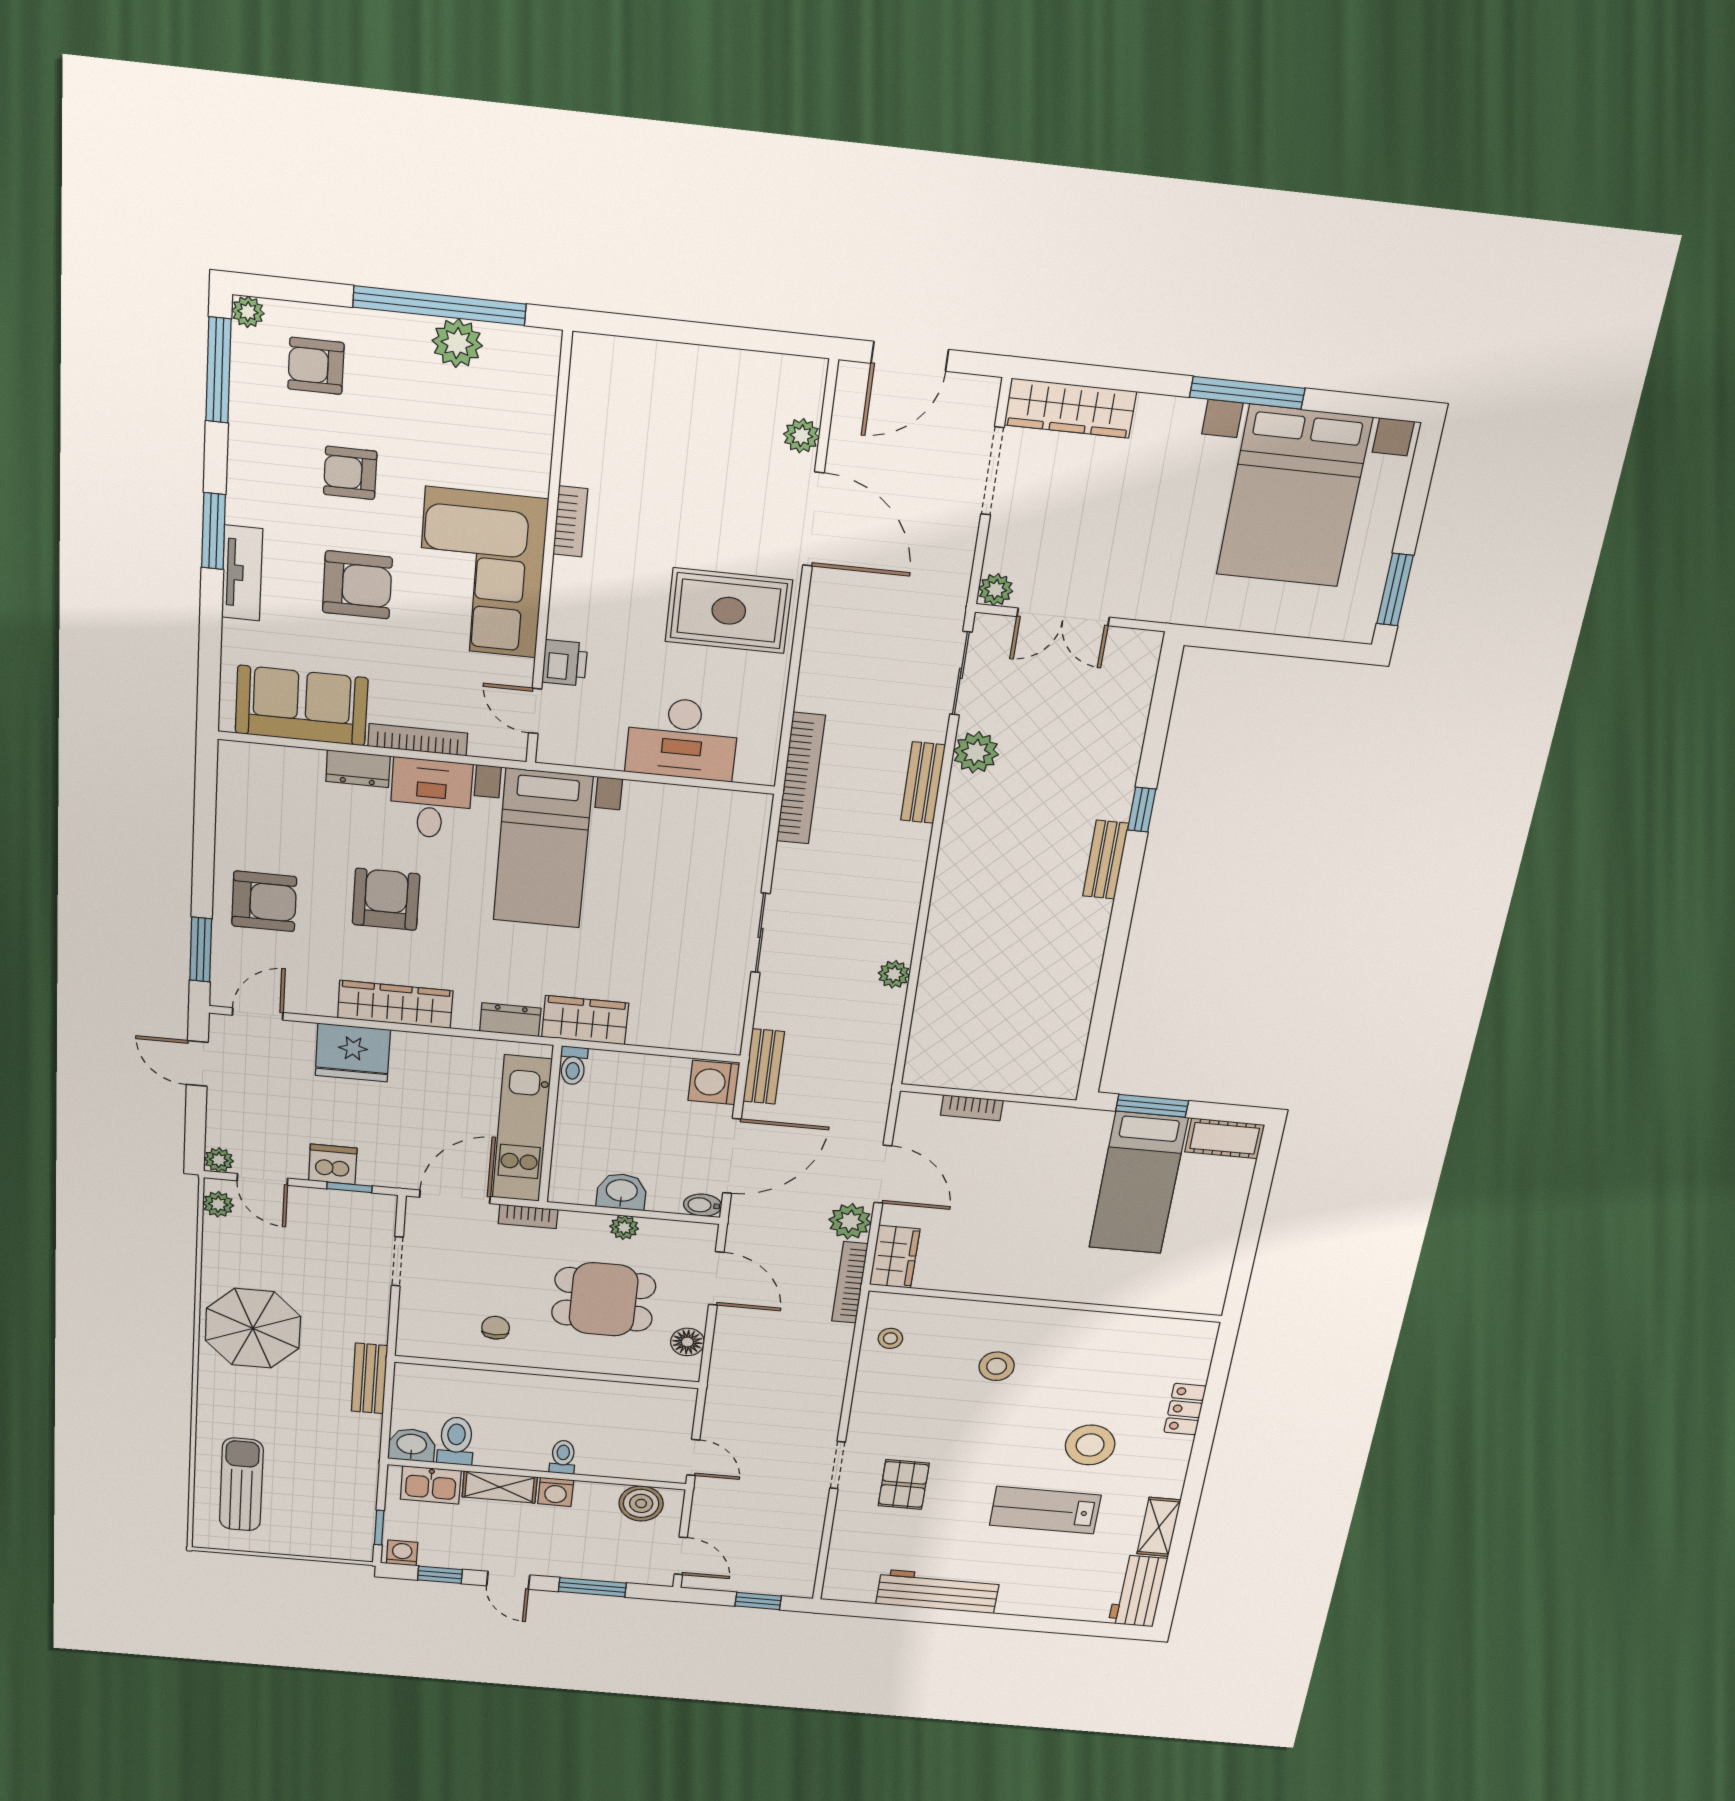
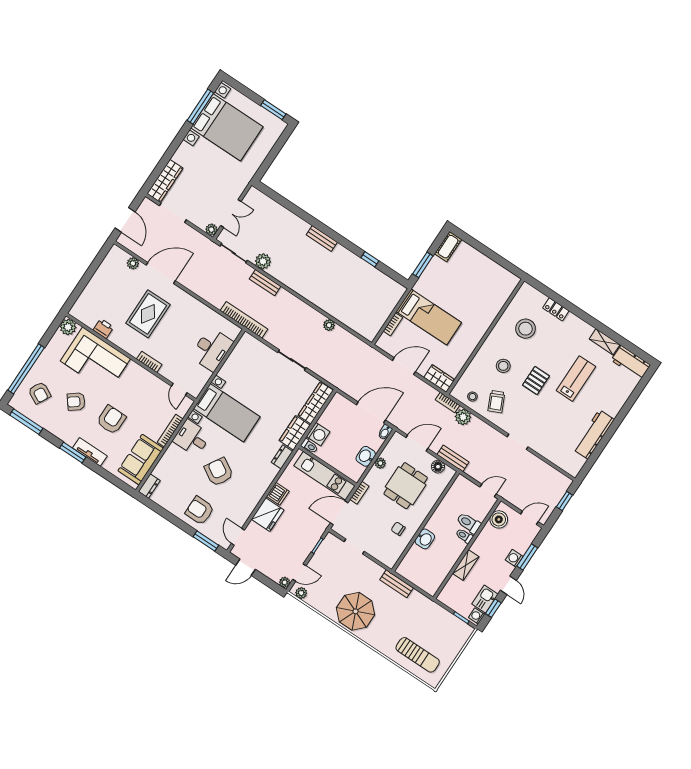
window: (439, 306) -> (26, 369), moved
plant: (248, 312) -> (14, 403), removed
plant: (457, 343) -> (68, 327), moved
armchair: (316, 366) -> (40, 393), turned -62
window: (1247, 393) -> (200, 107), moved
armchair: (350, 473) -> (76, 402), turned 52
bookcase: (570, 522) -> (149, 362), moved
corner sofa: (481, 573) -> (95, 360), moved
rug: (729, 611) -> (148, 314), moved
printer: (565, 663) -> (103, 329), moved
door: (535, 711) -> (179, 389), hinge flipped
dresser: (358, 769) -> (149, 486), moved
window: (1142, 810) -> (370, 259), moved
armchair: (386, 899) -> (219, 472), turned 31
armchair: (264, 901) -> (200, 511), turned -90
wardrobe: (395, 1004) -> (316, 403), moved
bench: (764, 1067) -> (453, 458), moved
washing machine: (714, 1082) -> (318, 434), moved, turned -90
door: (732, 1156) -> (371, 413), hinge flipped
dishwasher: (333, 1164) -> (278, 494), moved, turned 180
bed: (1138, 1183) -> (429, 317), moved
door: (455, 1197) -> (339, 513), hinge flipped
plant: (850, 1221) -> (463, 417), moved
bookcase: (850, 1282) -> (447, 403), width x0.64
trolley: (906, 1388) -> (496, 402), added
toilet: (456, 1441) -> (469, 523), moved
washbasin: (412, 1445) -> (425, 539), moved, turned 180
stool: (1090, 1445) -> (526, 329), moved
pallet: (904, 1484) -> (536, 381), moved, turned 90
sun lounger: (241, 1485) -> (418, 655), turned 180
kitchen sink: (431, 1485) -> (485, 599), moved, turned 180
washing machine: (556, 1492) -> (514, 558), moved, turned 180
lab bench: (1045, 1510) -> (576, 379), turned 180
door: (508, 1580) -> (508, 585), hinge flipped

